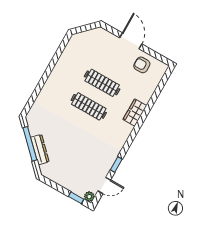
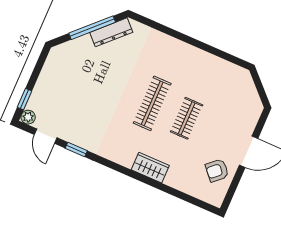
armchair: (142, 65) -> (217, 170), turned -132
clothes rail: (102, 83) -> (187, 118), width x0.73
dresser: (40, 150) -> (111, 32), moved

